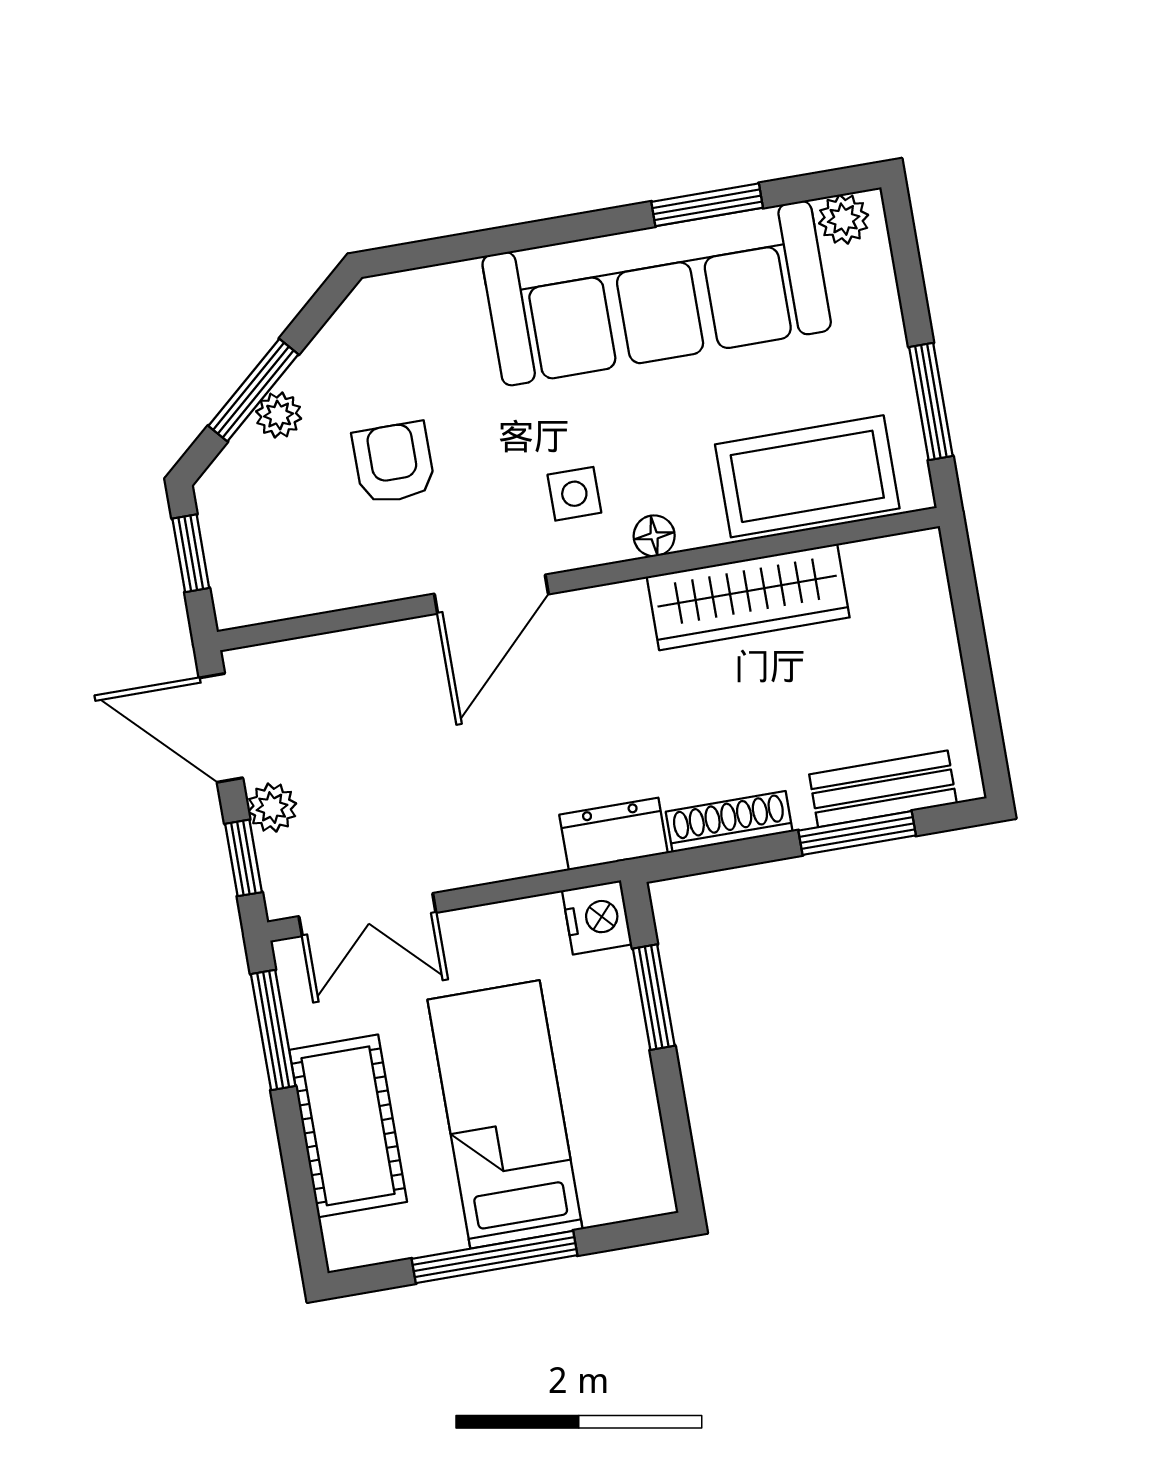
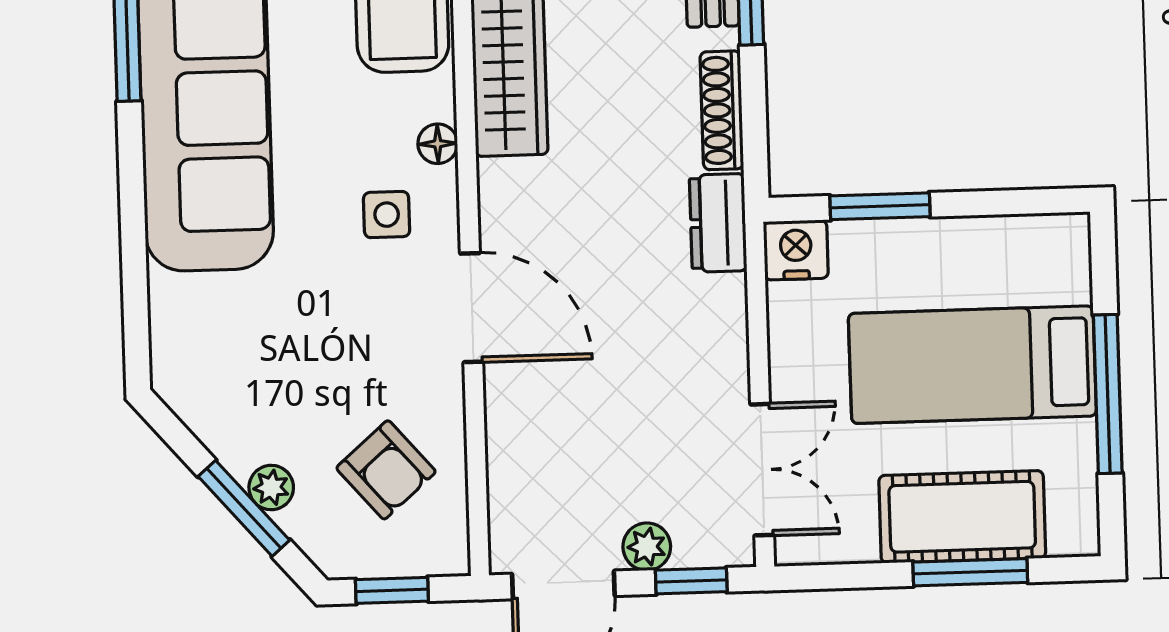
armchair: (394, 463) -> (386, 470), moved, turned -131
window: (273, 1030) -> (970, 572), moved

